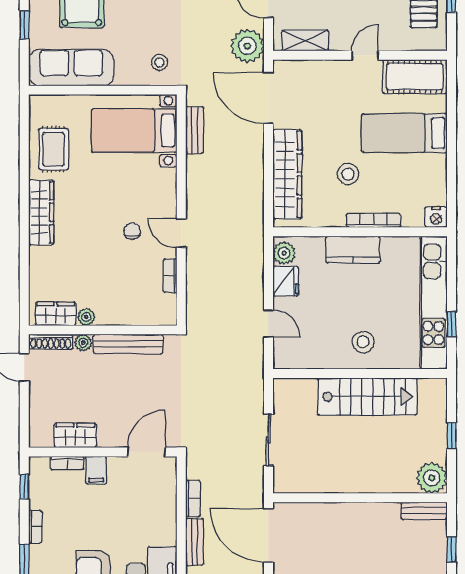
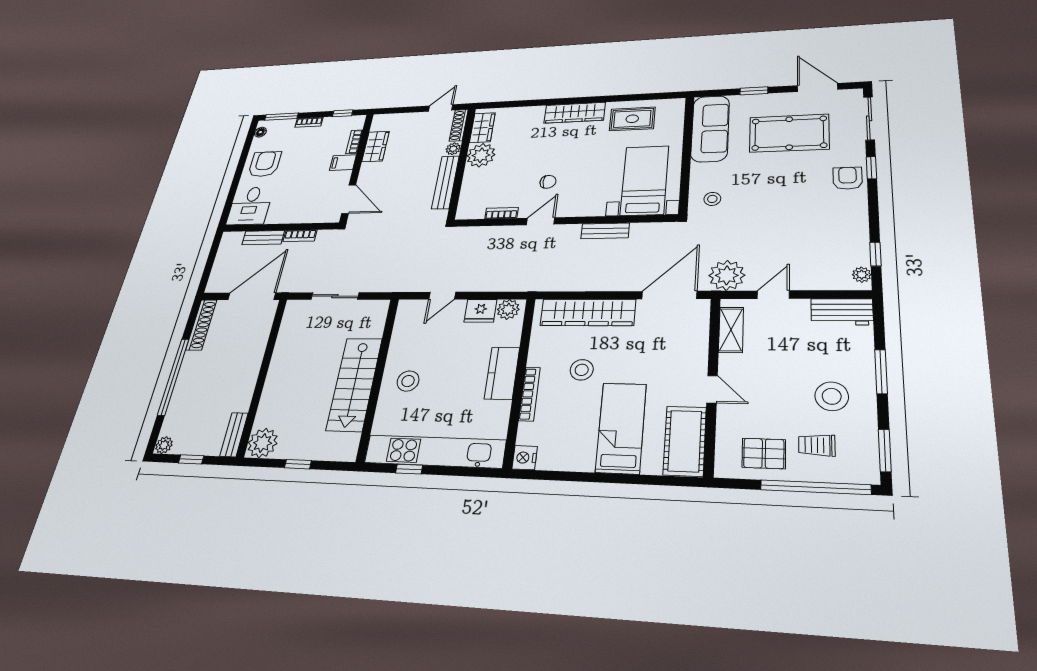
bench: (195, 130) -> (605, 231), moved
plant: (86, 317) -> (481, 155), width x1.87, depth x1.87

